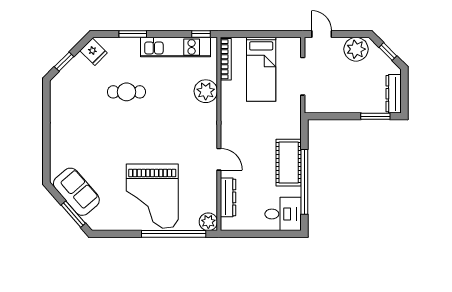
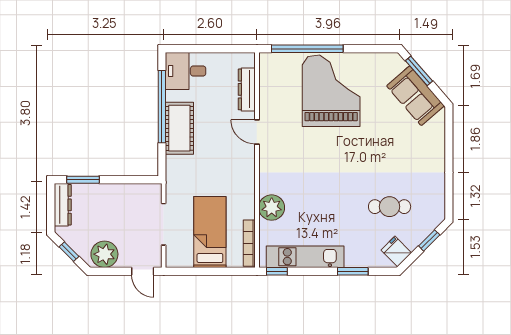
cafe table: (126, 92) -> (390, 207), moved
plant: (208, 222) -> (269, 62), removed

